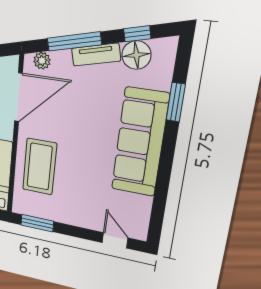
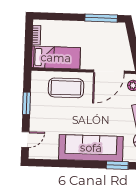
door: (18, 97) -> (109, 72), hinge flipped
window: (37, 223) -> (26, 103), moved

